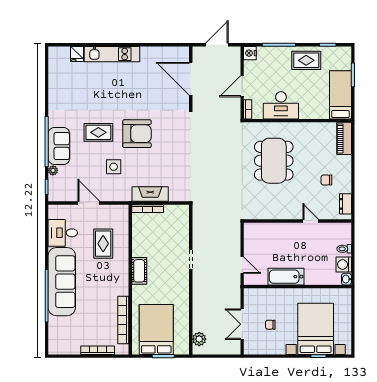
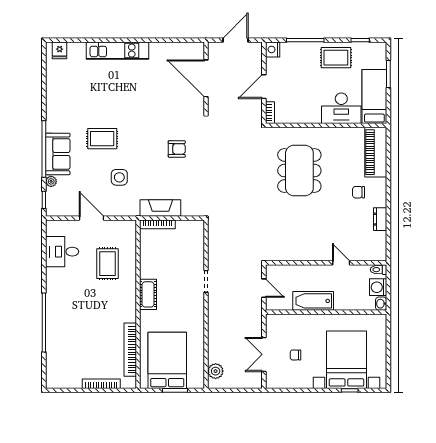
fridge: (77, 54) -> (60, 50), moved
desk: (281, 105) -> (341, 108), moved
armchair: (137, 134) -> (177, 149), moved, width x0.53, depth x0.53
piano: (344, 138) -> (376, 152), width x1.37, depth x1.33
wall: (298, 221) -> (326, 263), moved
door: (311, 221) -> (341, 263), moved
sofa: (62, 282) -> (61, 306), removed

